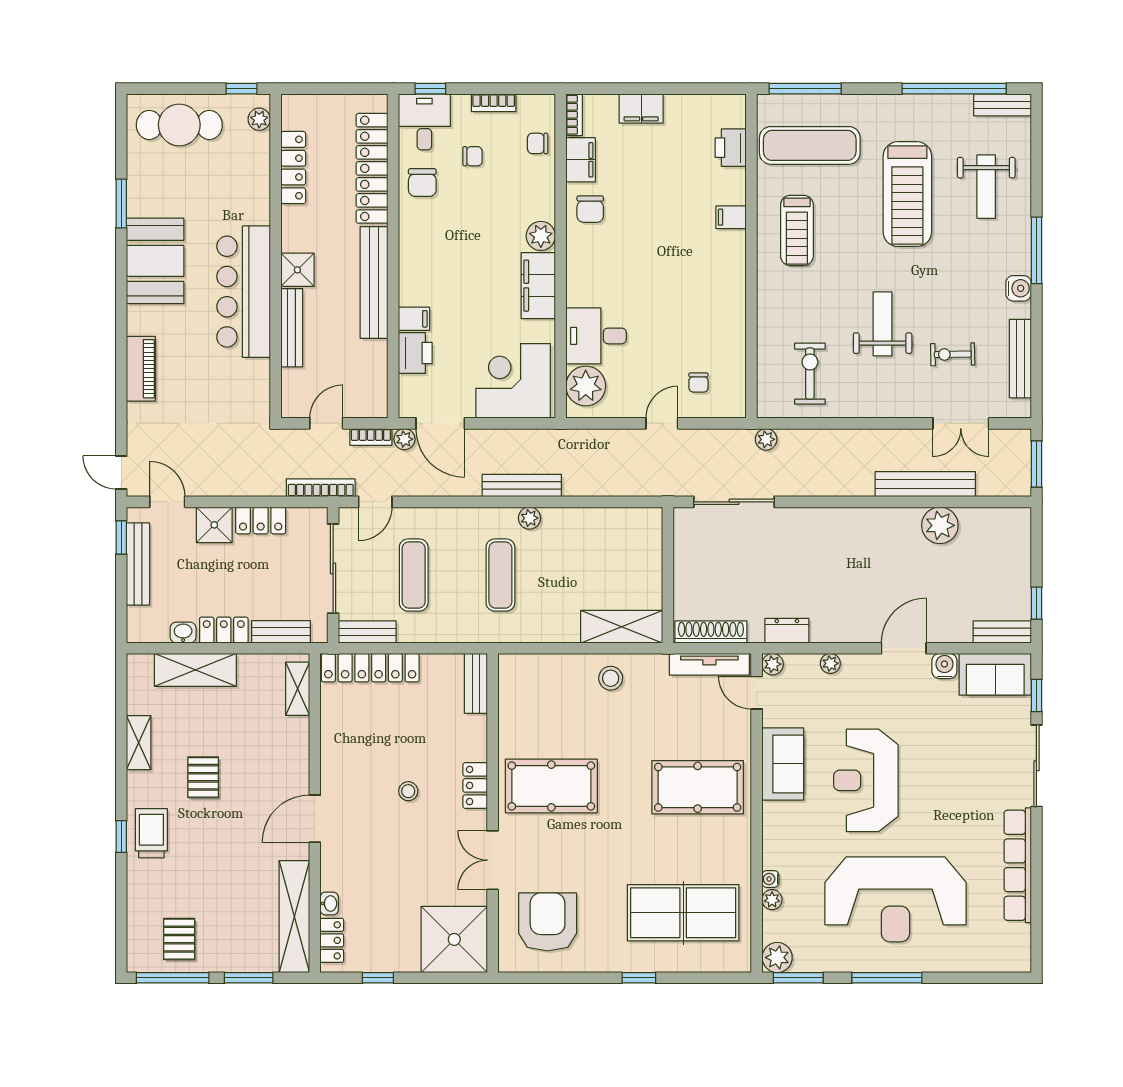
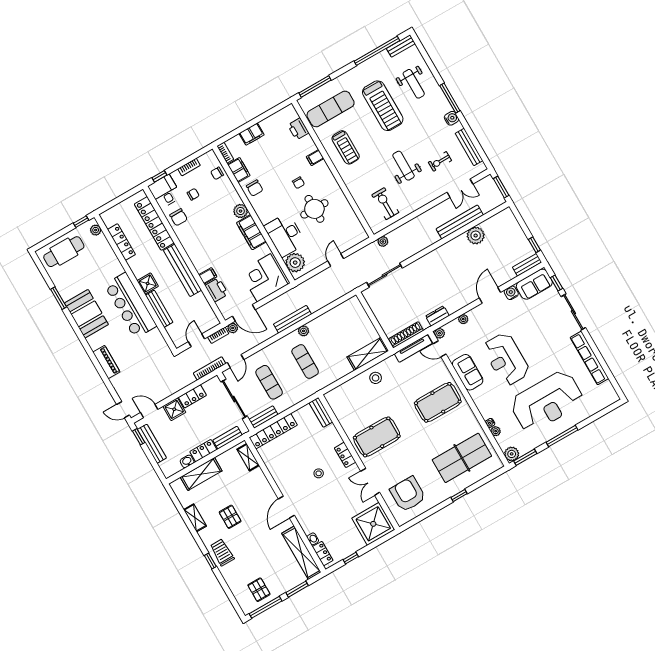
round table: (677, 309) -> (314, 209), added
desk: (596, 336) -> (285, 235), width x1.37
chair: (698, 383) -> (298, 183), moved

